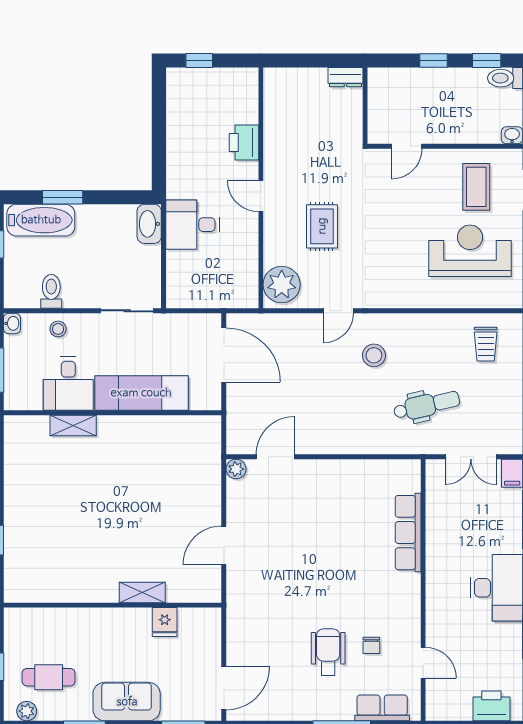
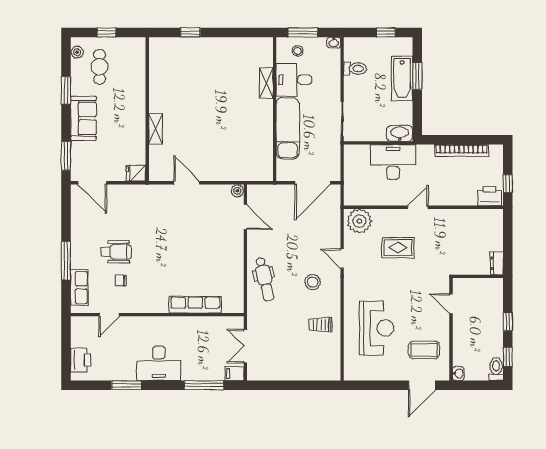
window: (199, 60) -> (508, 184), moved
bookcase: (175, 130) -> (461, 150), added
printer: (244, 142) -> (490, 196), moved
bathtub: (41, 220) -> (402, 79), moved
desk: (192, 225) -> (393, 162), width x1.37
reception desk: (470, 251) -> (376, 328), moved
stool: (58, 329) -> (298, 51), moved
trolley: (486, 344) -> (321, 325), moved
dental chair: (427, 405) -> (265, 279), moved
fridge: (165, 622) -> (136, 173), moved

